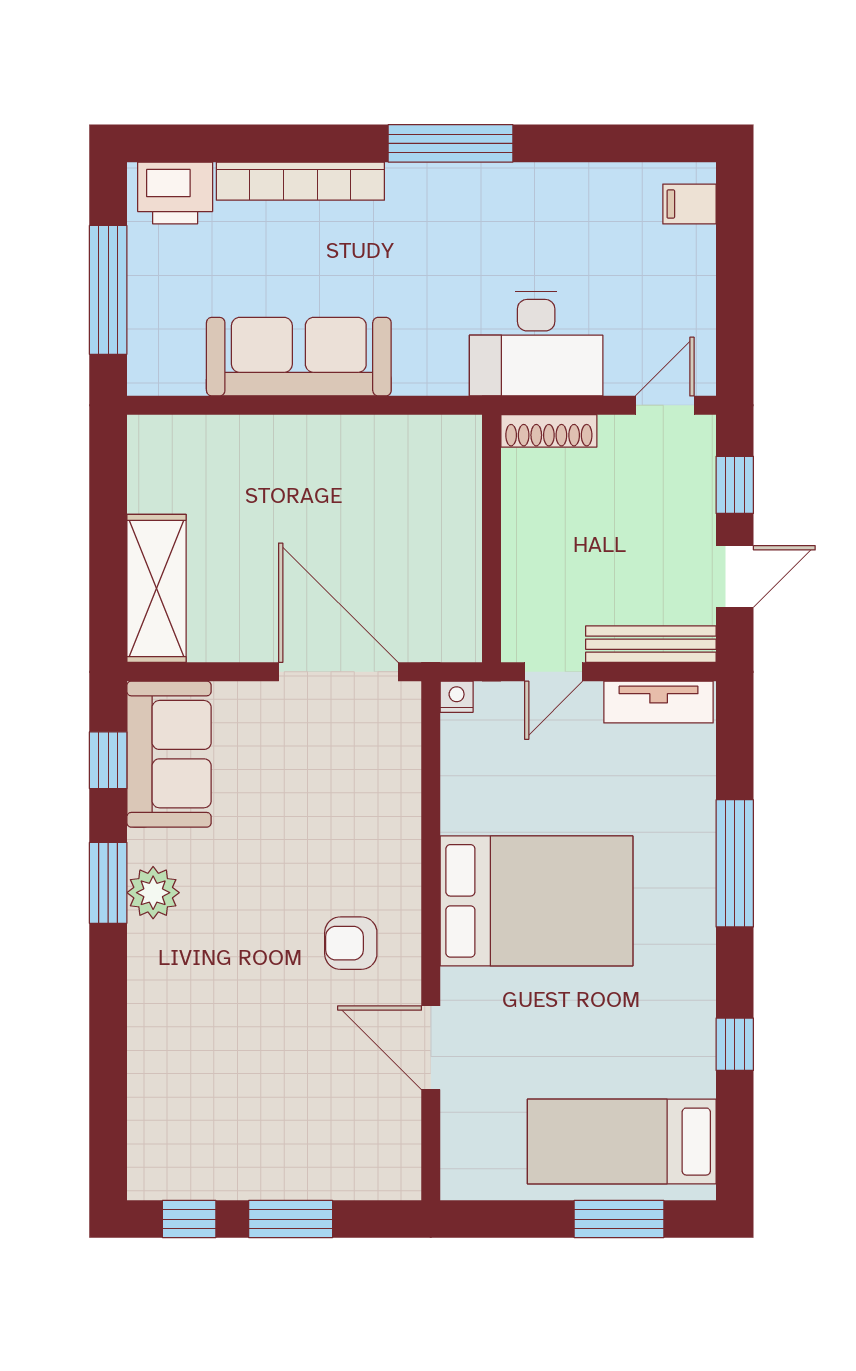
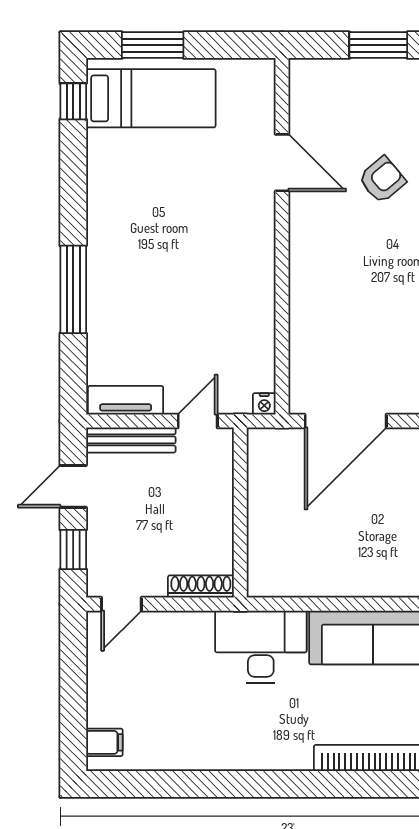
window: (451, 143) -> (268, 784), removed
desk: (536, 344) -> (261, 647), moved
door: (338, 672) -> (346, 421), hinge flipped
bed: (537, 901) -> (209, 264), removed
armchair: (351, 943) -> (382, 180), moved, turned -40
window: (735, 1044) -> (73, 101), moved

